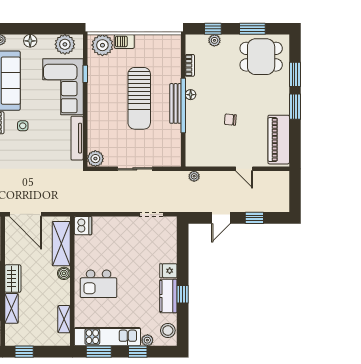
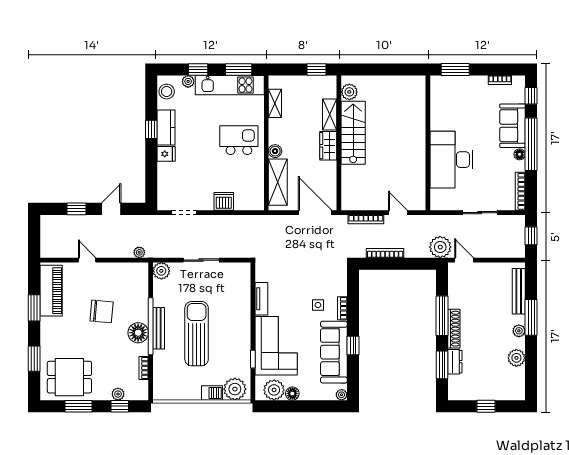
floor lamp: (30, 41) -> (292, 394), moved
floor lamp: (191, 95) -> (138, 333), width x1.89, depth x1.89
window: (295, 107) -> (34, 308), moved
chair: (230, 120) -> (102, 311), width x1.87, depth x1.87
tv unit: (77, 138) -> (261, 299), width x0.71
plant: (95, 159) -> (161, 271), moved
dishwasher: (83, 226) -> (224, 201), moved, turned 90

